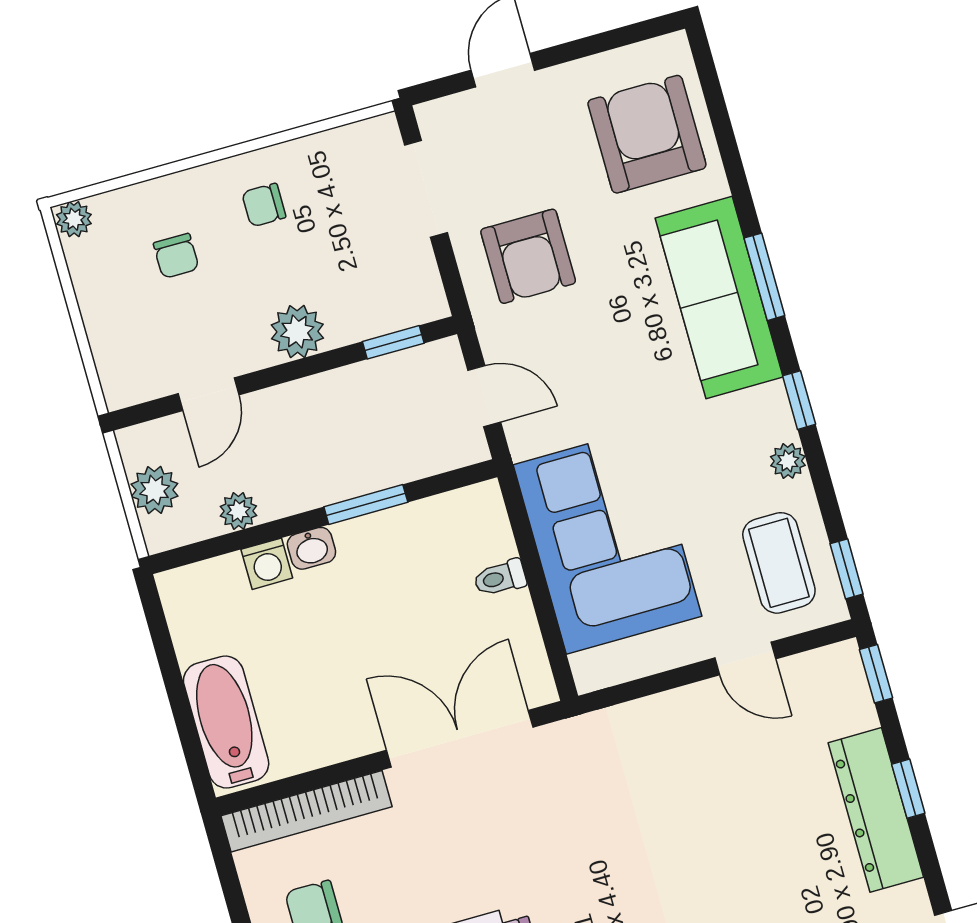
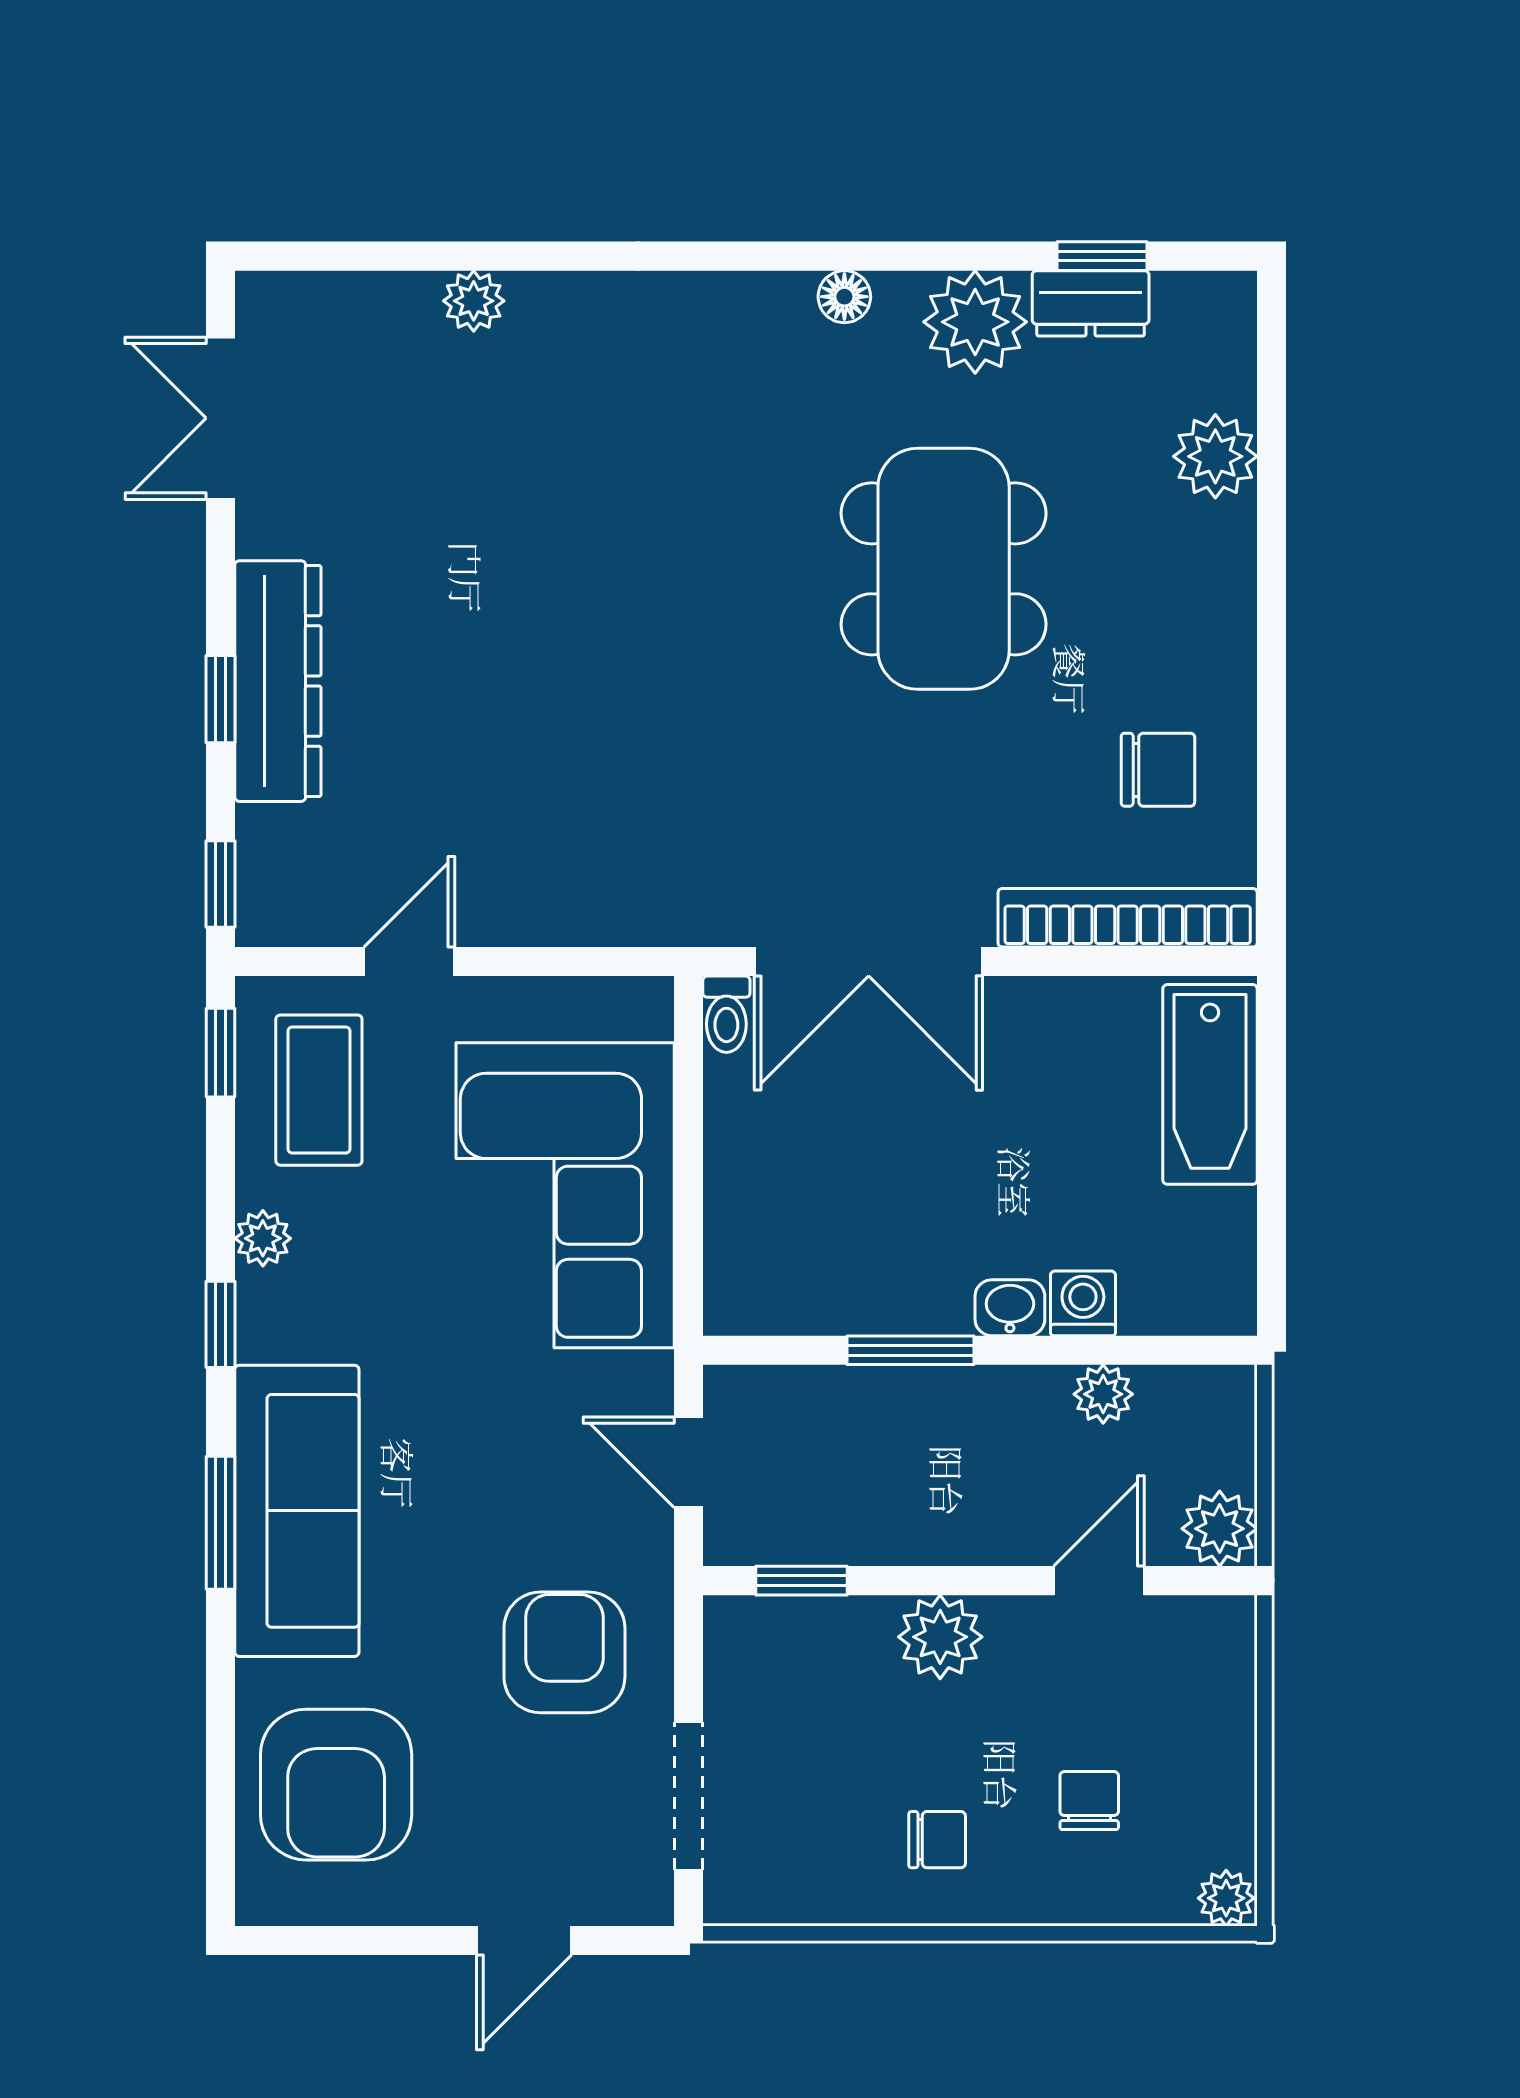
plant: (155, 490) -> (1220, 1529), moved
toilet: (500, 578) -> (726, 1014), moved, turned 90
door: (745, 658) -> (409, 962), hinge flipped

